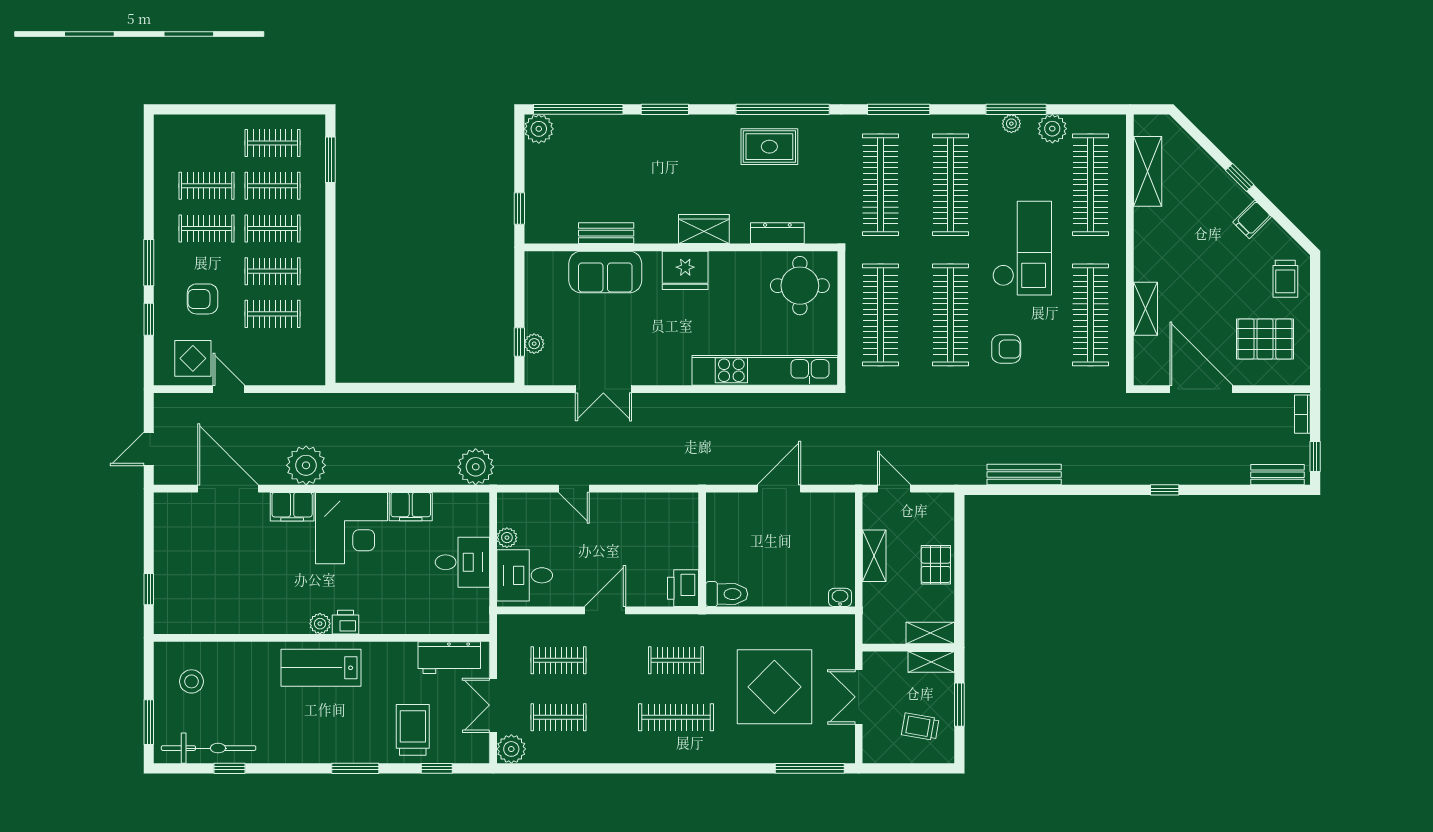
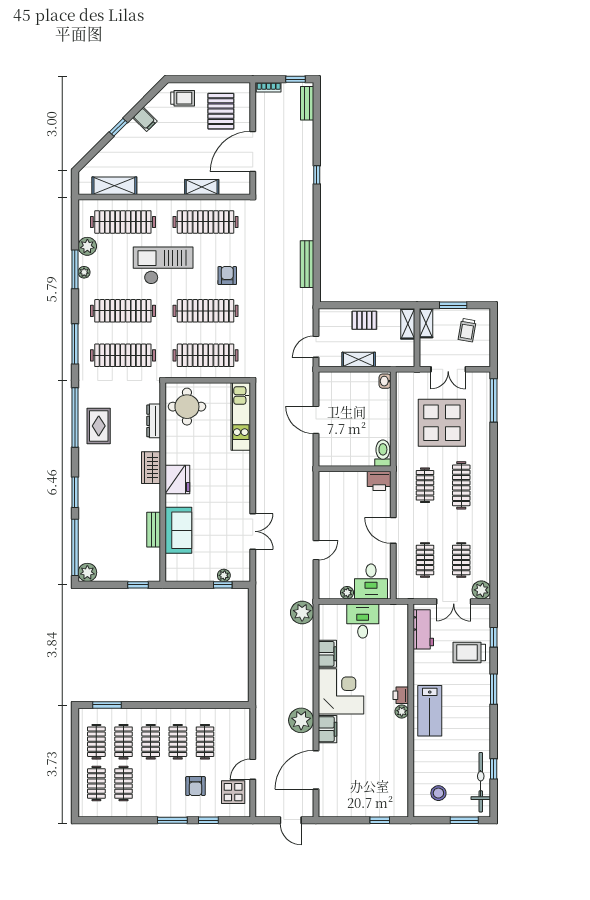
clothes rail: (207, 228) -> (96, 783), moved
kitchen unit: (765, 370) -> (241, 417), width x0.73

